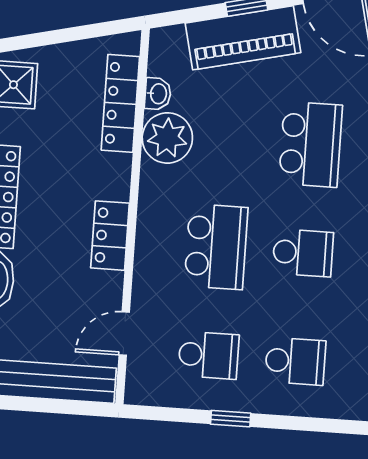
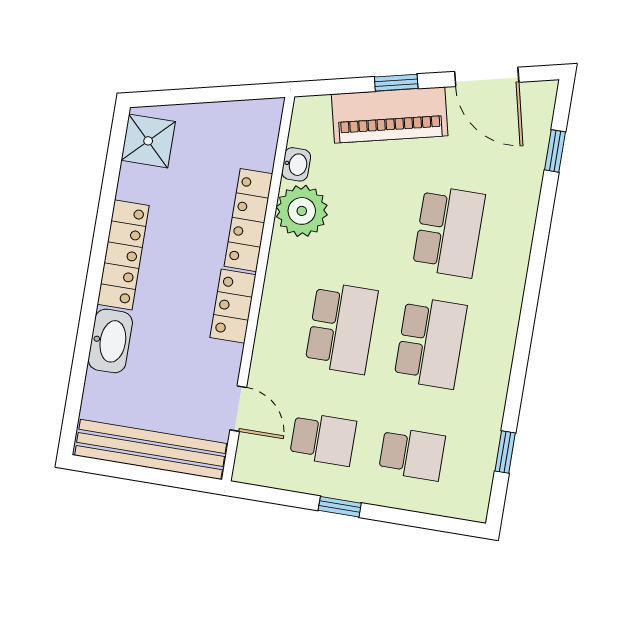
locker: (120, 103) -> (248, 220), moved
school desk: (303, 253) -> (430, 343), width x1.85
door: (124, 334) -> (238, 409), swing flipped

